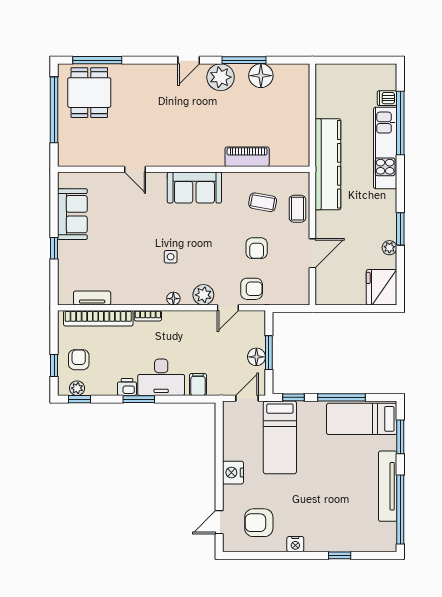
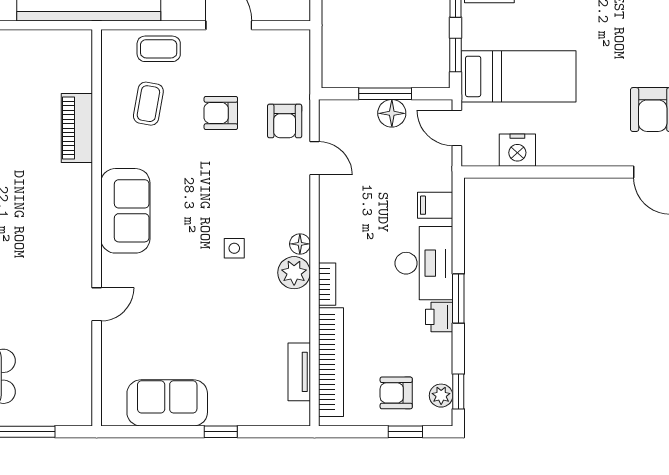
armchair: (257, 248) -> (221, 113), turned 180
armchair: (252, 289) -> (285, 121), turned 180
plant: (203, 295) -> (294, 273), moved
nightstand: (233, 473) -> (517, 150), moved

